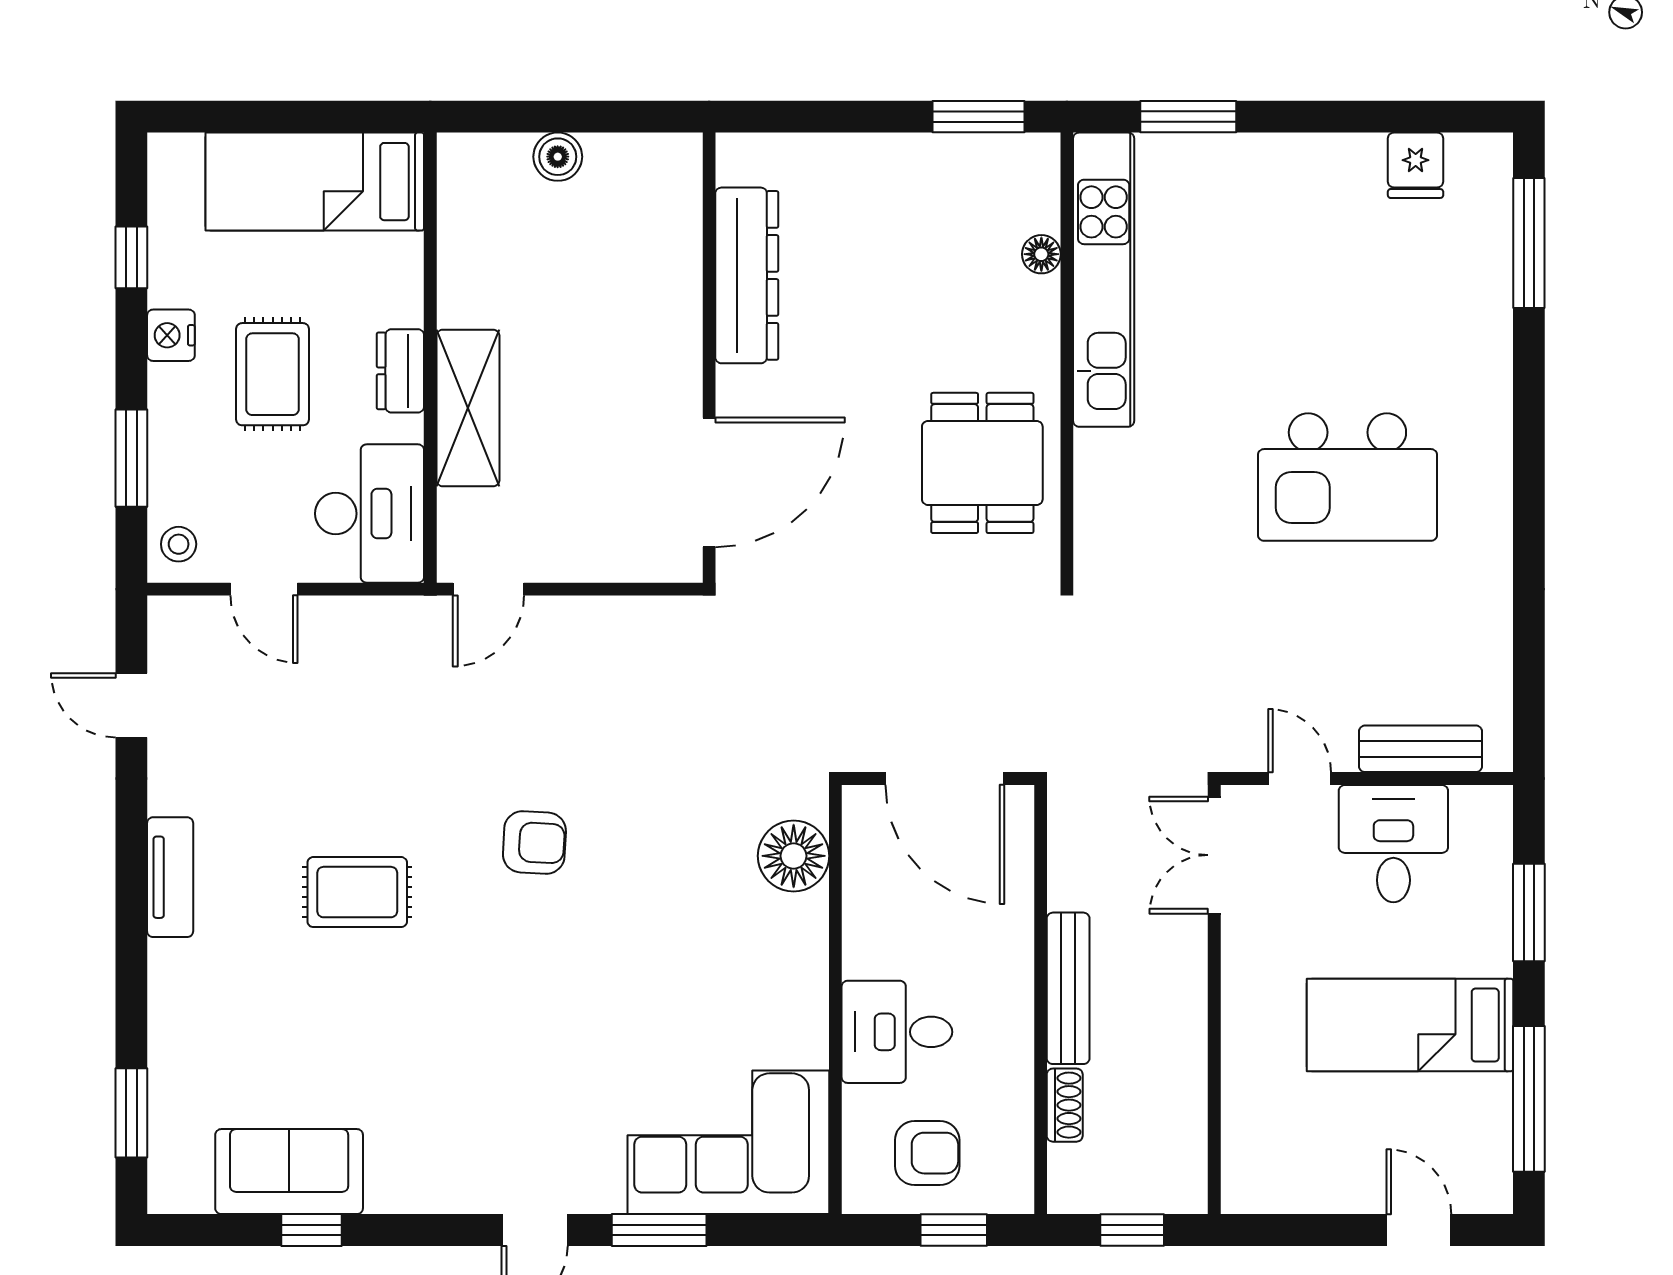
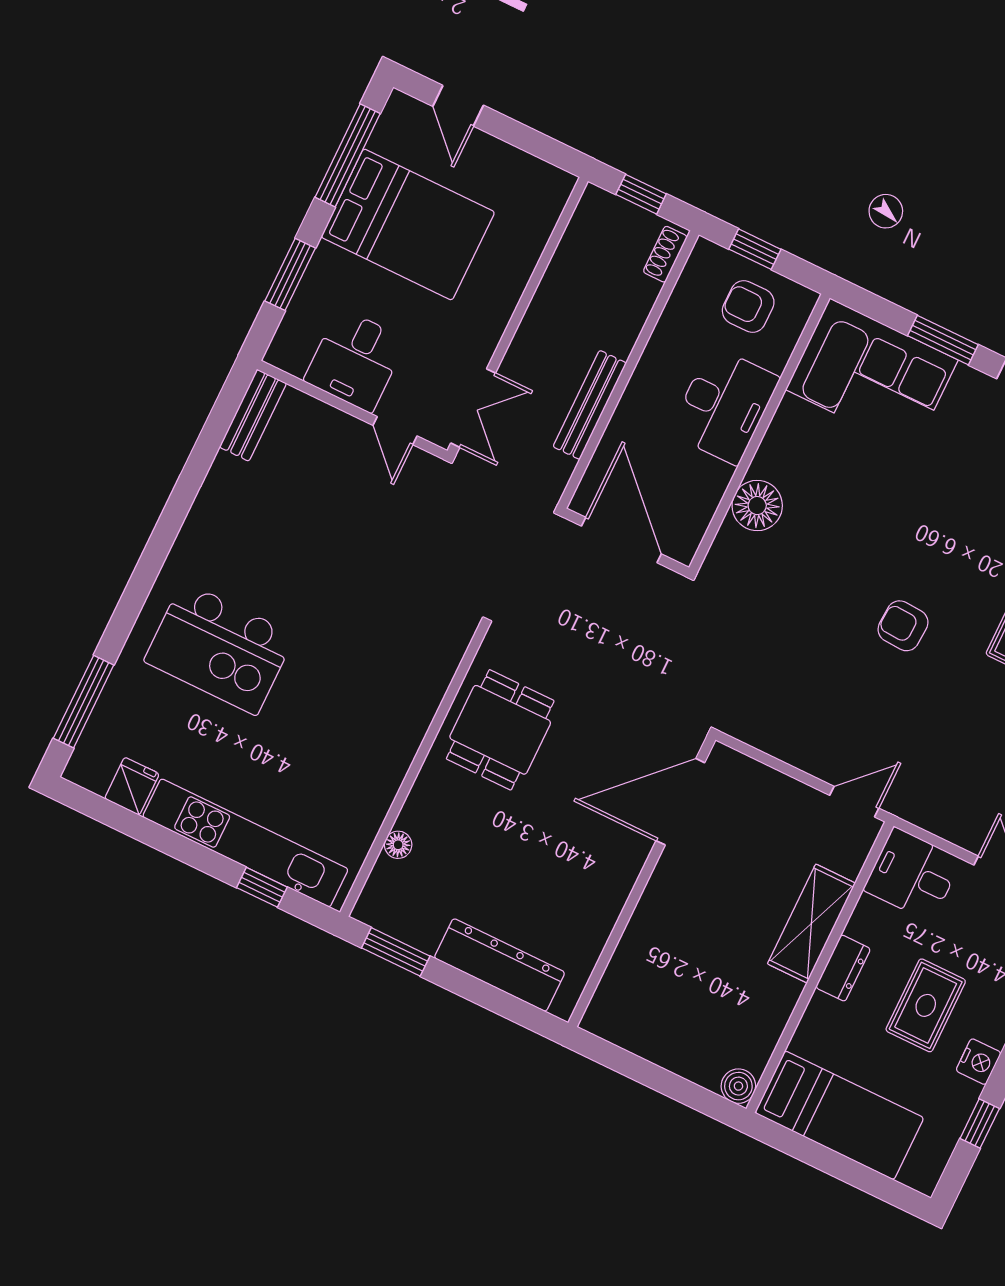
window: (1188, 117) -> (262, 887), width x0.67
boiler: (558, 157) -> (738, 1086), moved
dresser: (747, 275) -> (500, 965), moved, turned 90
kitchen unit: (1104, 280) -> (245, 843), moved, turned 90
kitchen island: (1347, 477) -> (220, 648), moved, turned 180
desk: (369, 514) -> (913, 875), width x0.73
bench: (1420, 749) -> (253, 415), moved, turned 90
floor lamp: (794, 856) -> (757, 506), moved
bench: (1068, 988) -> (590, 405), moved
bed: (1410, 1025) -> (408, 224), width x1.50
desk: (897, 1032) -> (724, 405), width x1.37
shoe rack: (1065, 1105) -> (665, 254), moved

